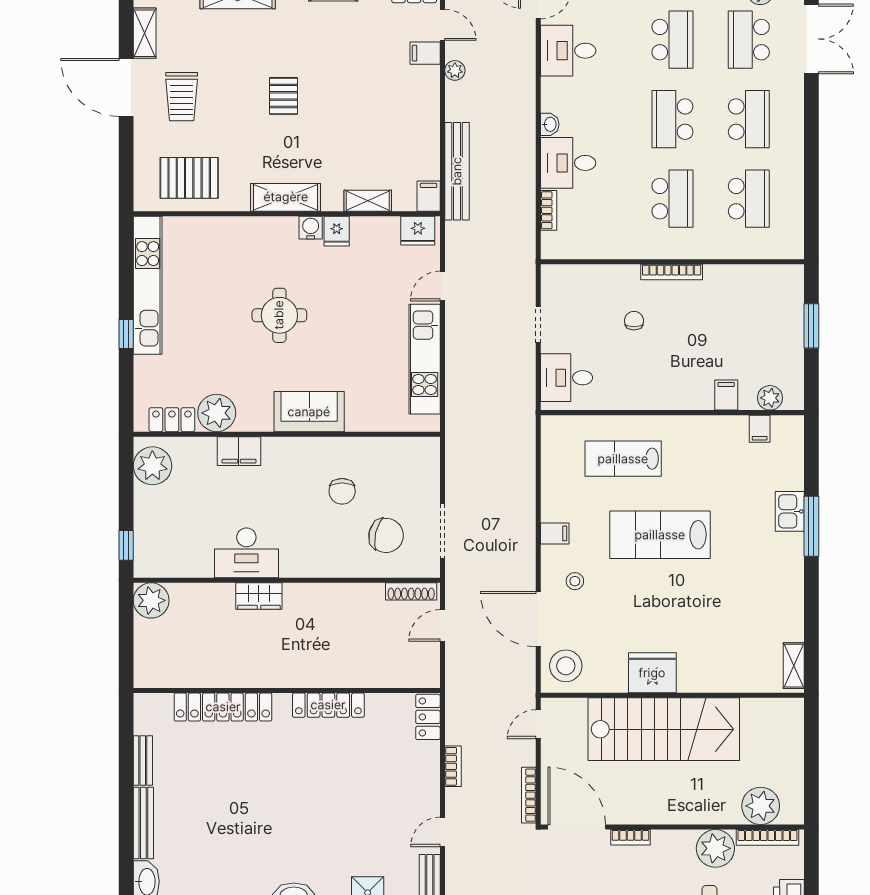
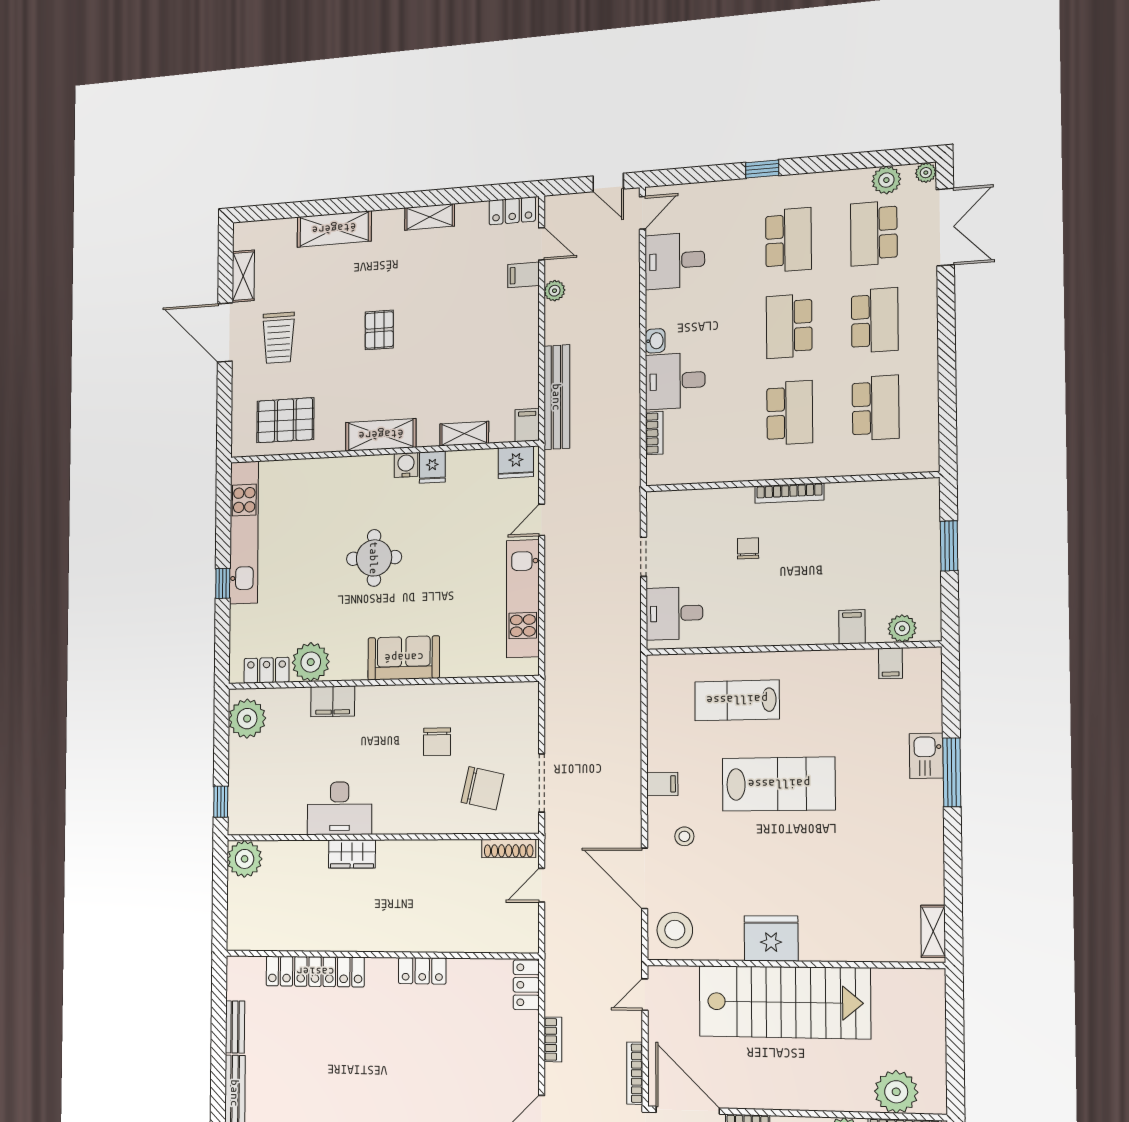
lab bench: (660, 535) -> (779, 784), turned 180
locker: (328, 705) -> (422, 971), width x0.66

